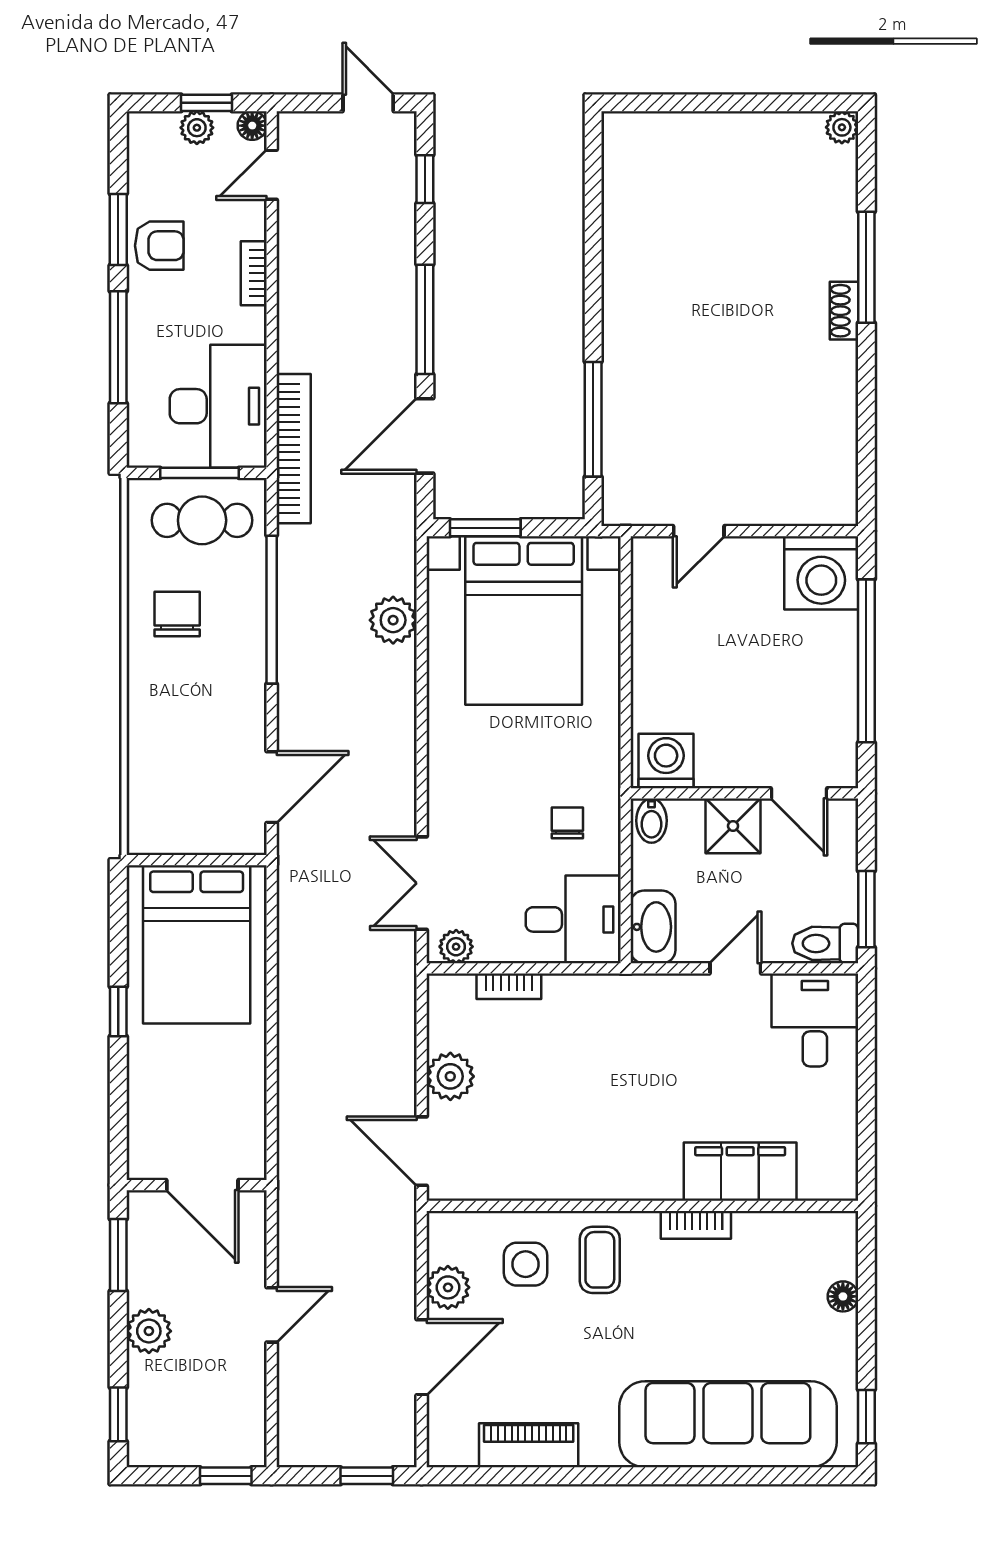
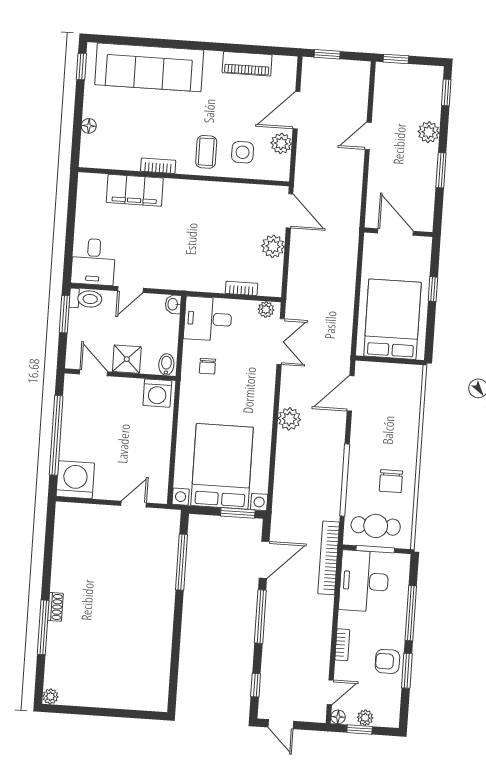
plant: (393, 620) -> (289, 419), moved
washbasin: (653, 927) -> (173, 304), width x0.52, depth x0.69
wall: (197, 1185) -> (398, 232), moved
door: (202, 1185) -> (396, 232), moved

